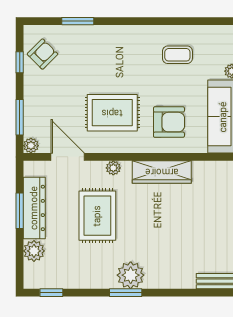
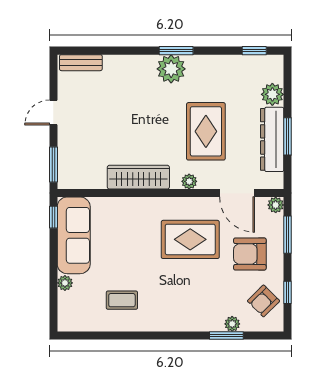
plant: (72, 32) -> (232, 324), added
armchair: (169, 122) -> (250, 254), moved

